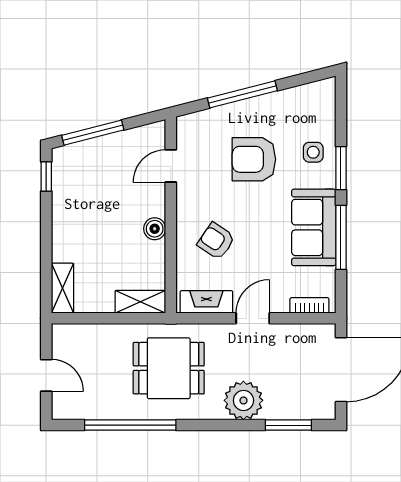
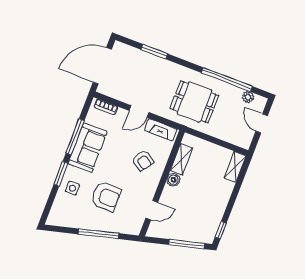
shelving: (140, 302) -> (181, 159), moved, turned 90
plant: (243, 400) -> (248, 97), moved, width x0.53, depth x0.53
window: (288, 425) -> (154, 52), moved

